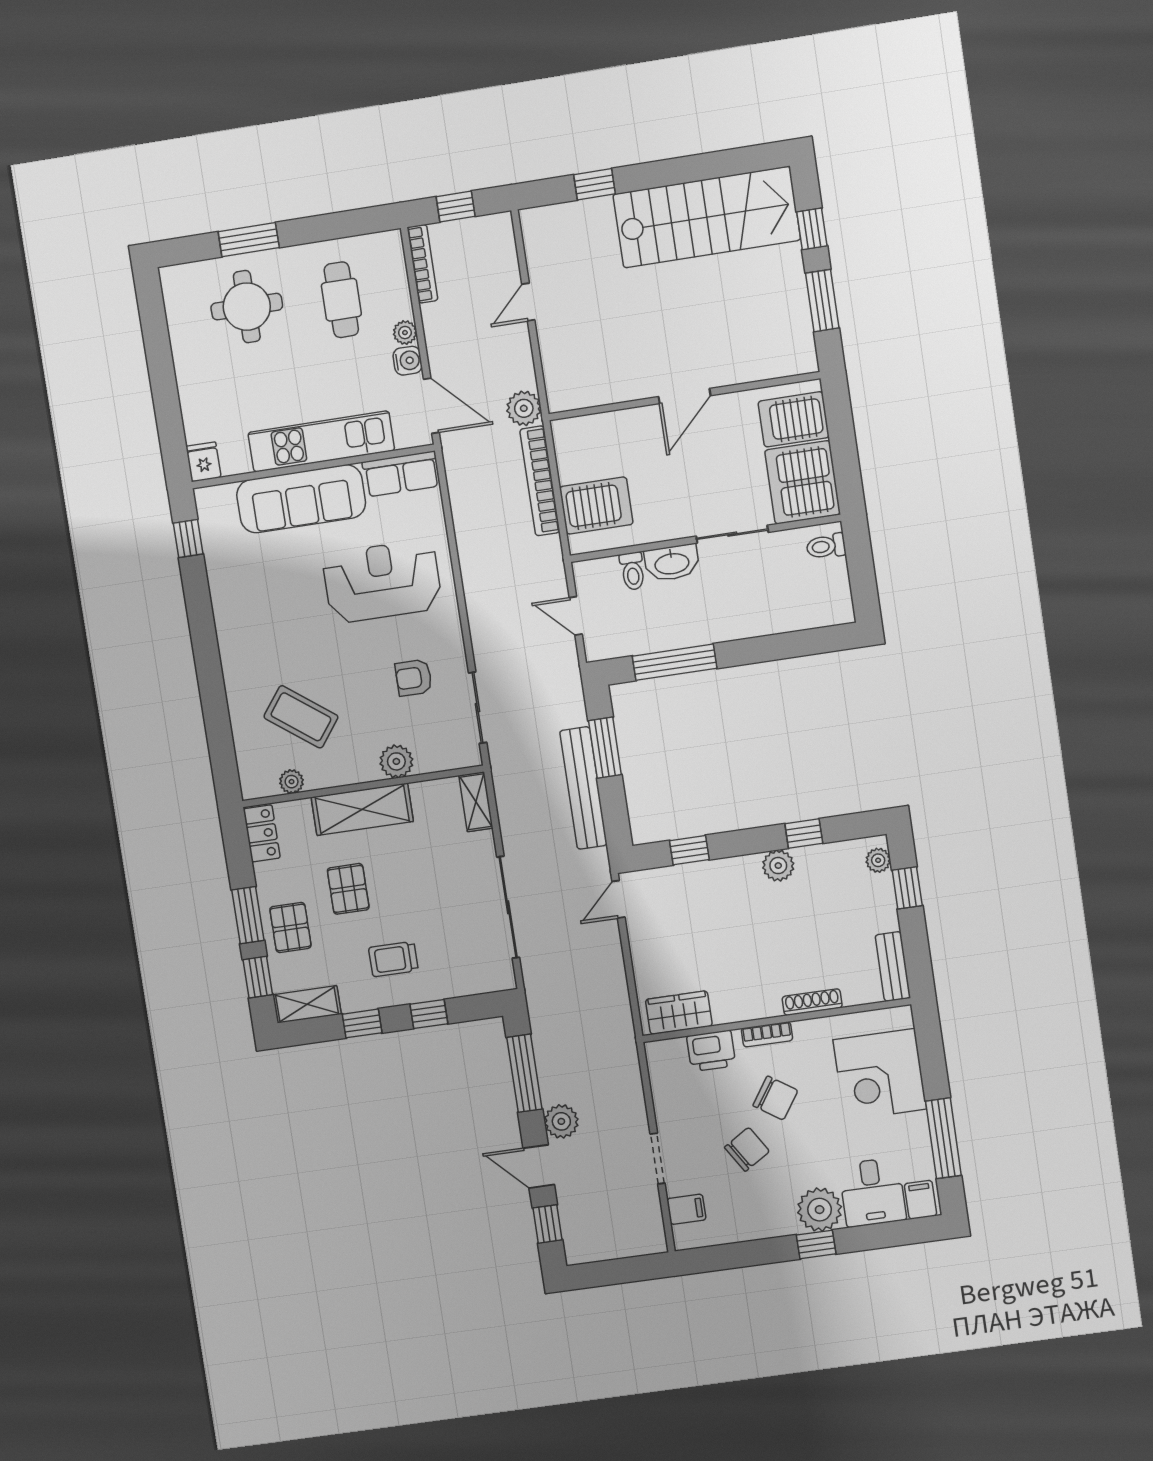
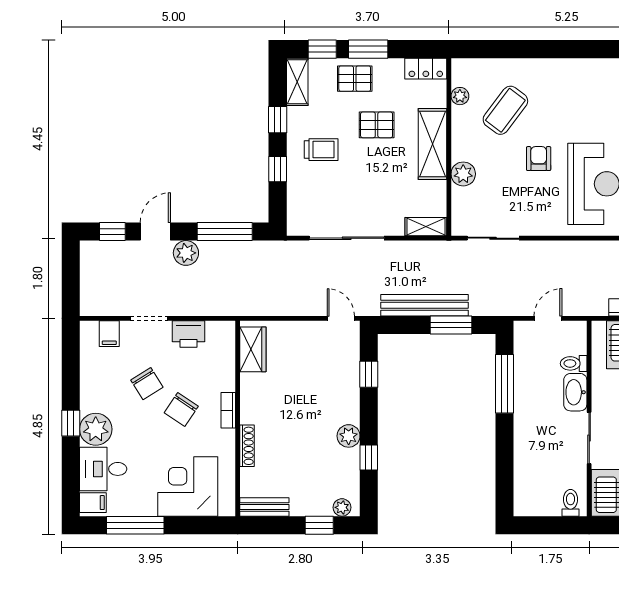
armchair: (414, 678) -> (539, 159), moved
trolley: (393, 959) -> (321, 150), turned 90
printer: (711, 1051) -> (188, 334), moved, turned -90

